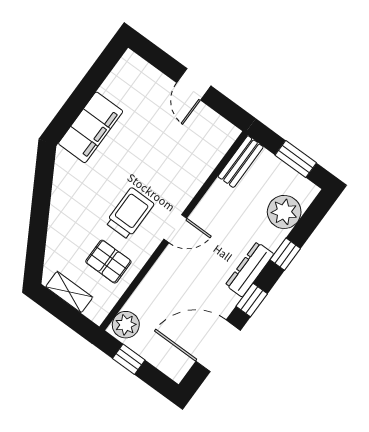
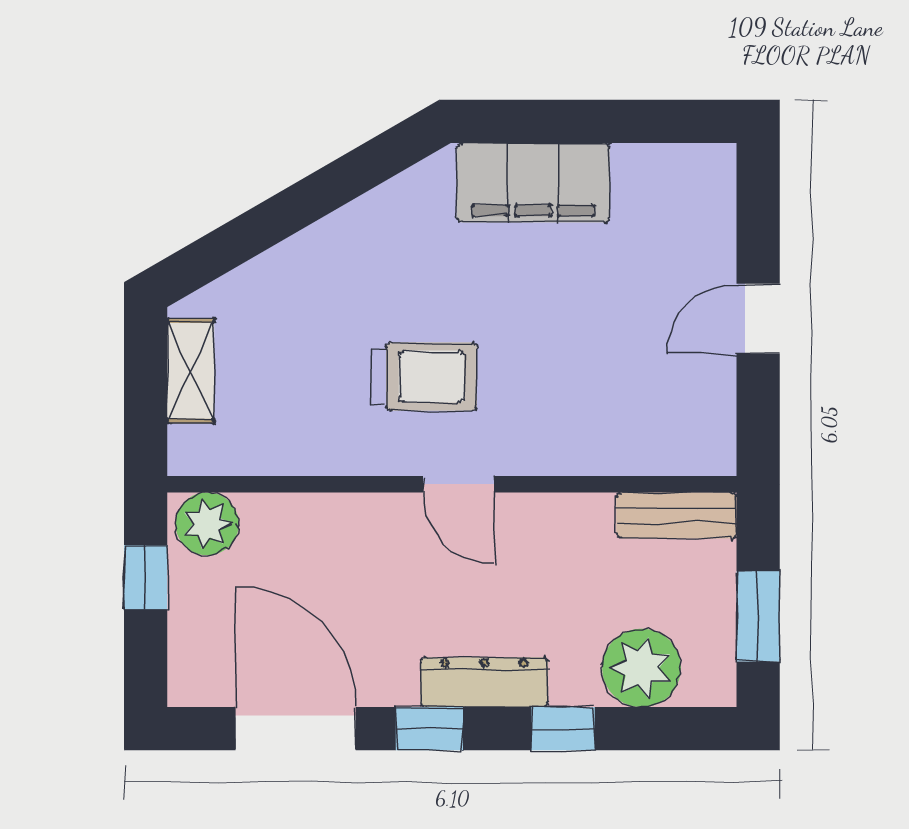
pallet: (108, 262) -> (303, 403), removed

